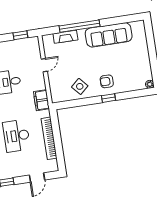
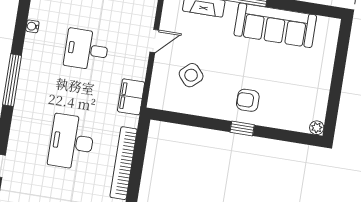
side table: (80, 86) -> (191, 75), moved

